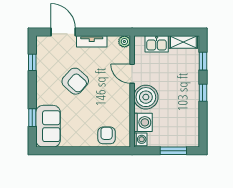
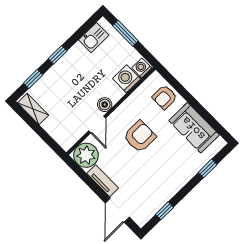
plant: (124, 42) -> (86, 155), width x1.87, depth x1.87
kitchen sink: (157, 44) -> (94, 38), moved, turned 90
armchair: (75, 81) -> (140, 136), moved, turned 48
boiler: (146, 97) -> (105, 105), width x0.54, depth x0.54
sofa: (48, 126) -> (194, 128), moved, turned -90

